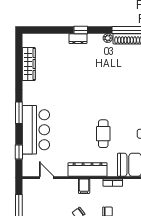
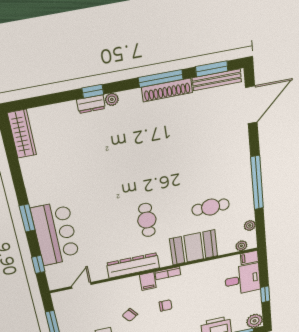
plant: (108, 38) -> (112, 99), moved
wardrobe: (29, 64) -> (22, 134), moved
door: (47, 178) -> (81, 285), hinge flipped
filing cabinet: (84, 186) -> (148, 281), moved

